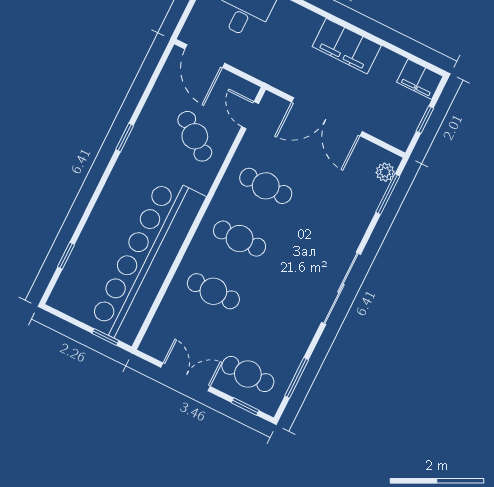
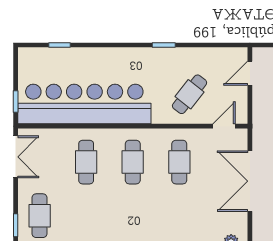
door: (205, 56) -> (250, 73), width x0.73
double door: (186, 377) -> (16, 157), moved

